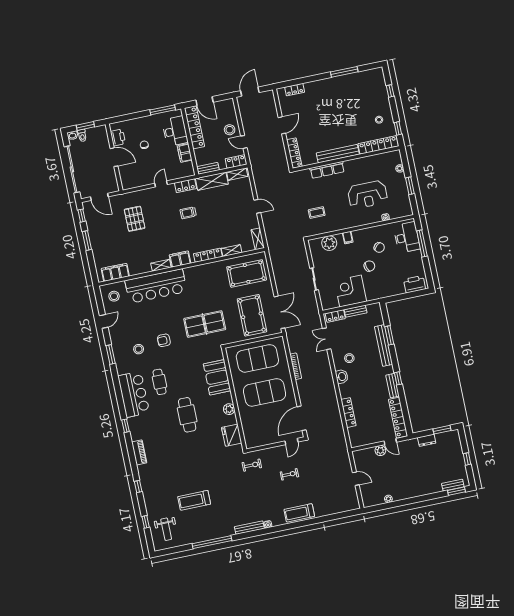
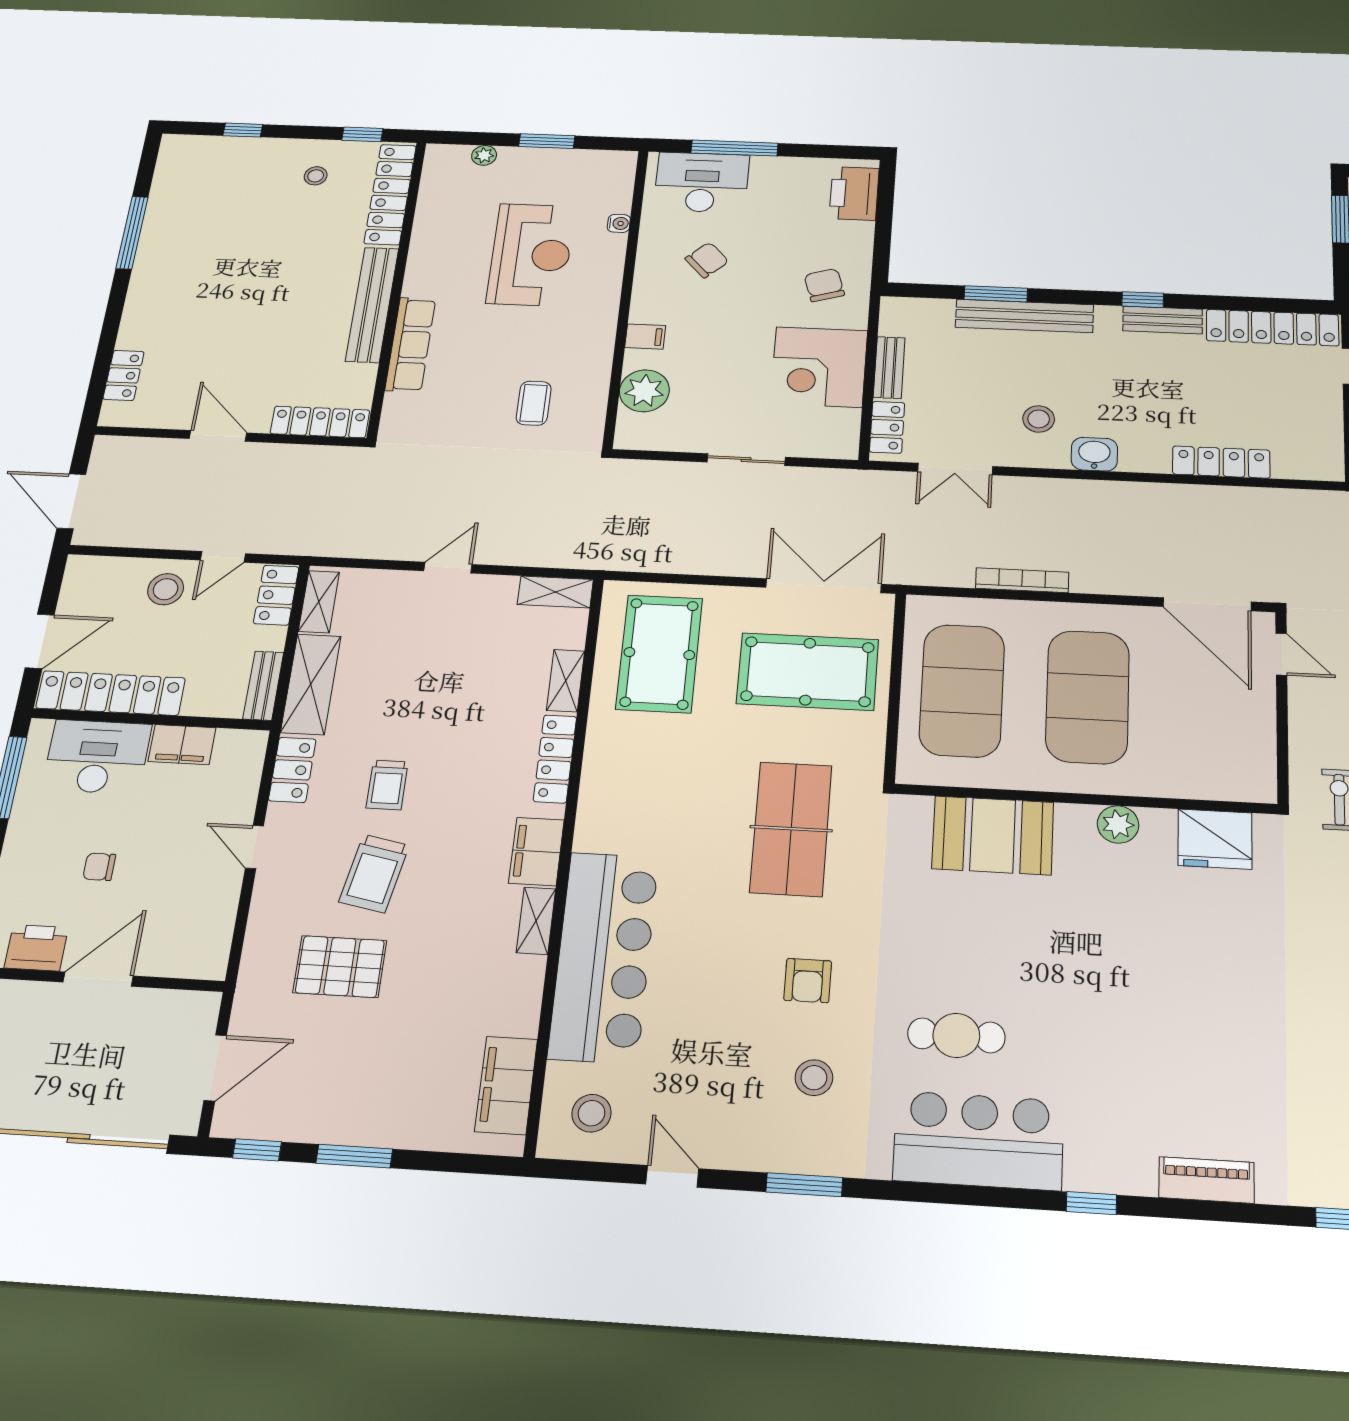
trolley: (162, 218) -> (374, 873), added
chair: (369, 266) -> (824, 285), moved
cafe table: (187, 415) -> (1104, 971), removed

